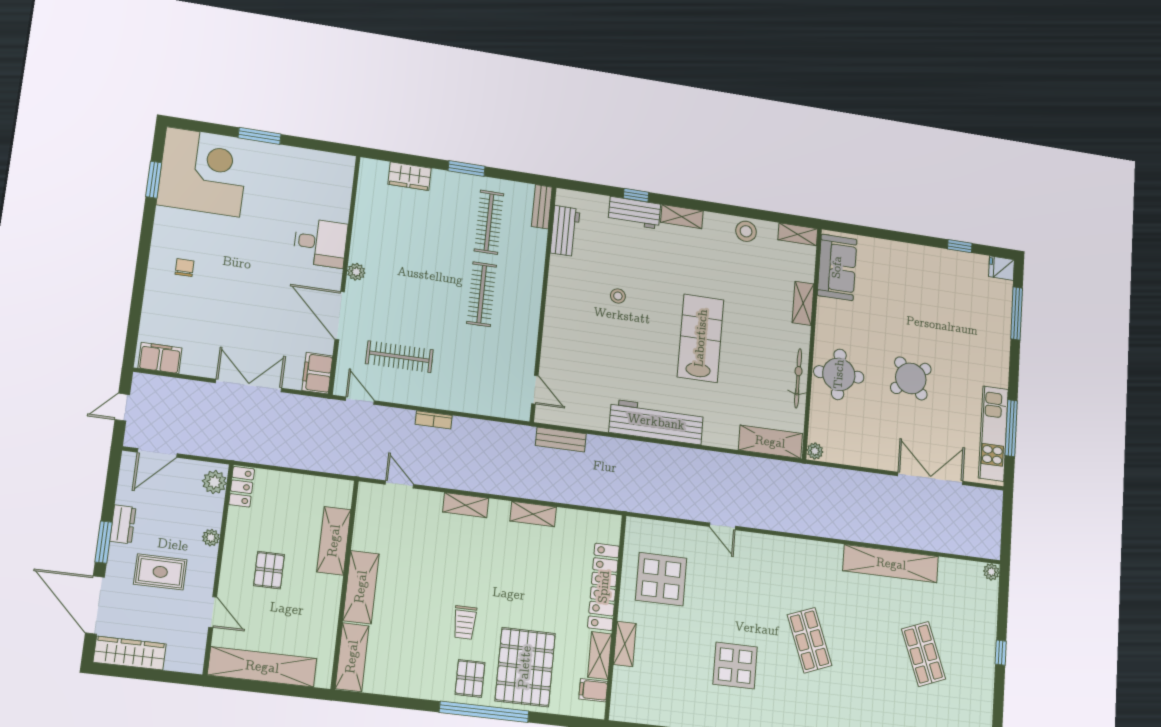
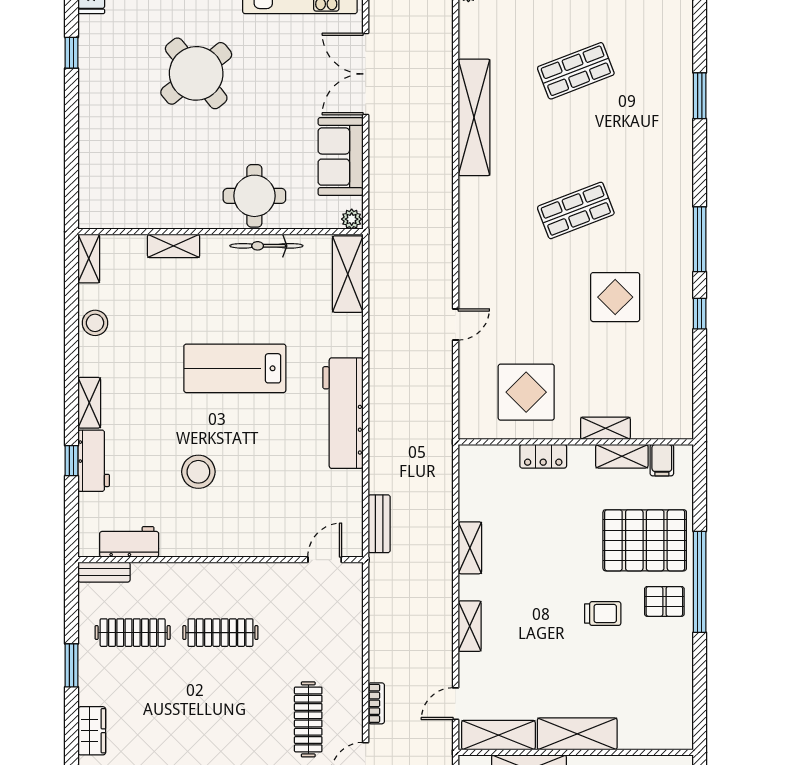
sofa: (837, 267) -> (341, 157), moved, turned -90
stool: (618, 296) -> (198, 472), width x1.89, depth x1.89
round table: (911, 378) -> (196, 73), moved, width x1.36, depth x1.36
bookcase: (434, 420) -> (376, 703), moved
locker: (604, 587) -> (543, 456), width x0.46, depth x0.83
shelving: (352, 657) -> (498, 735), moved

